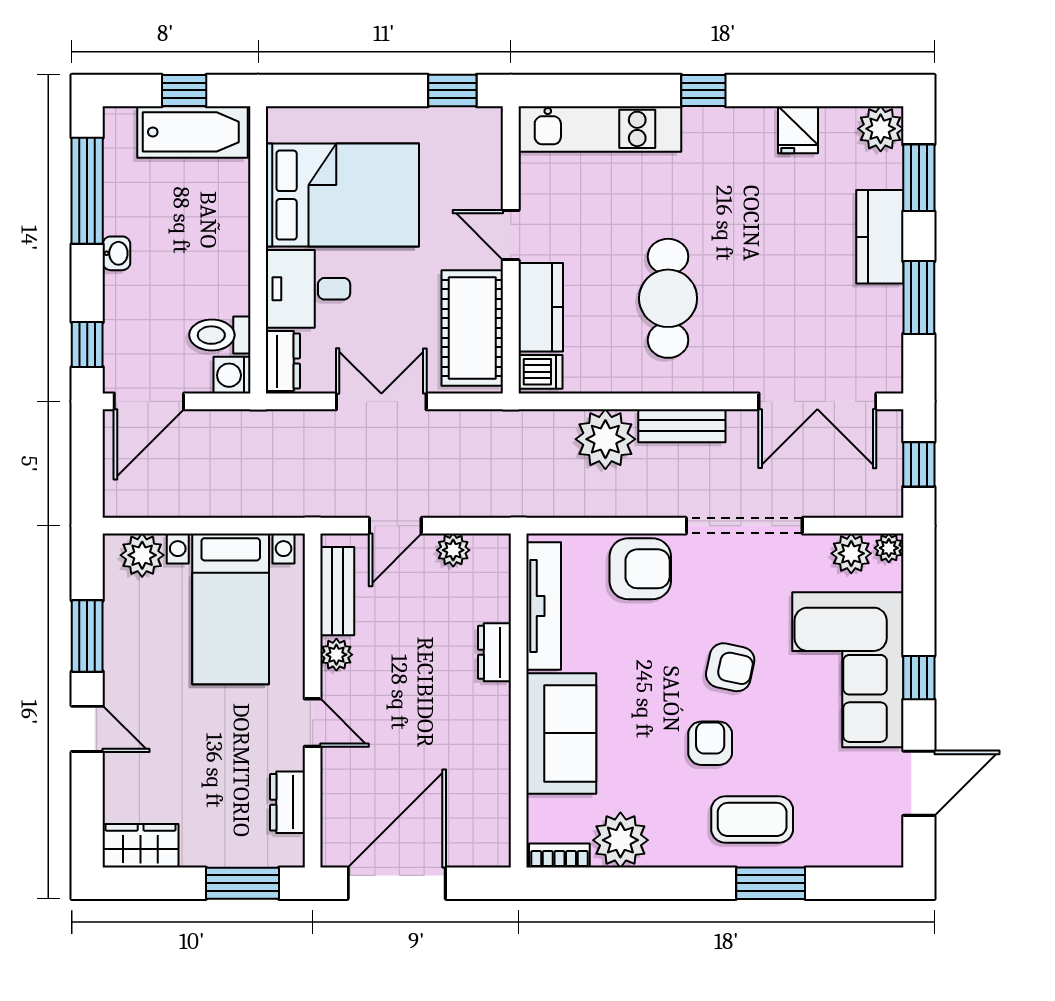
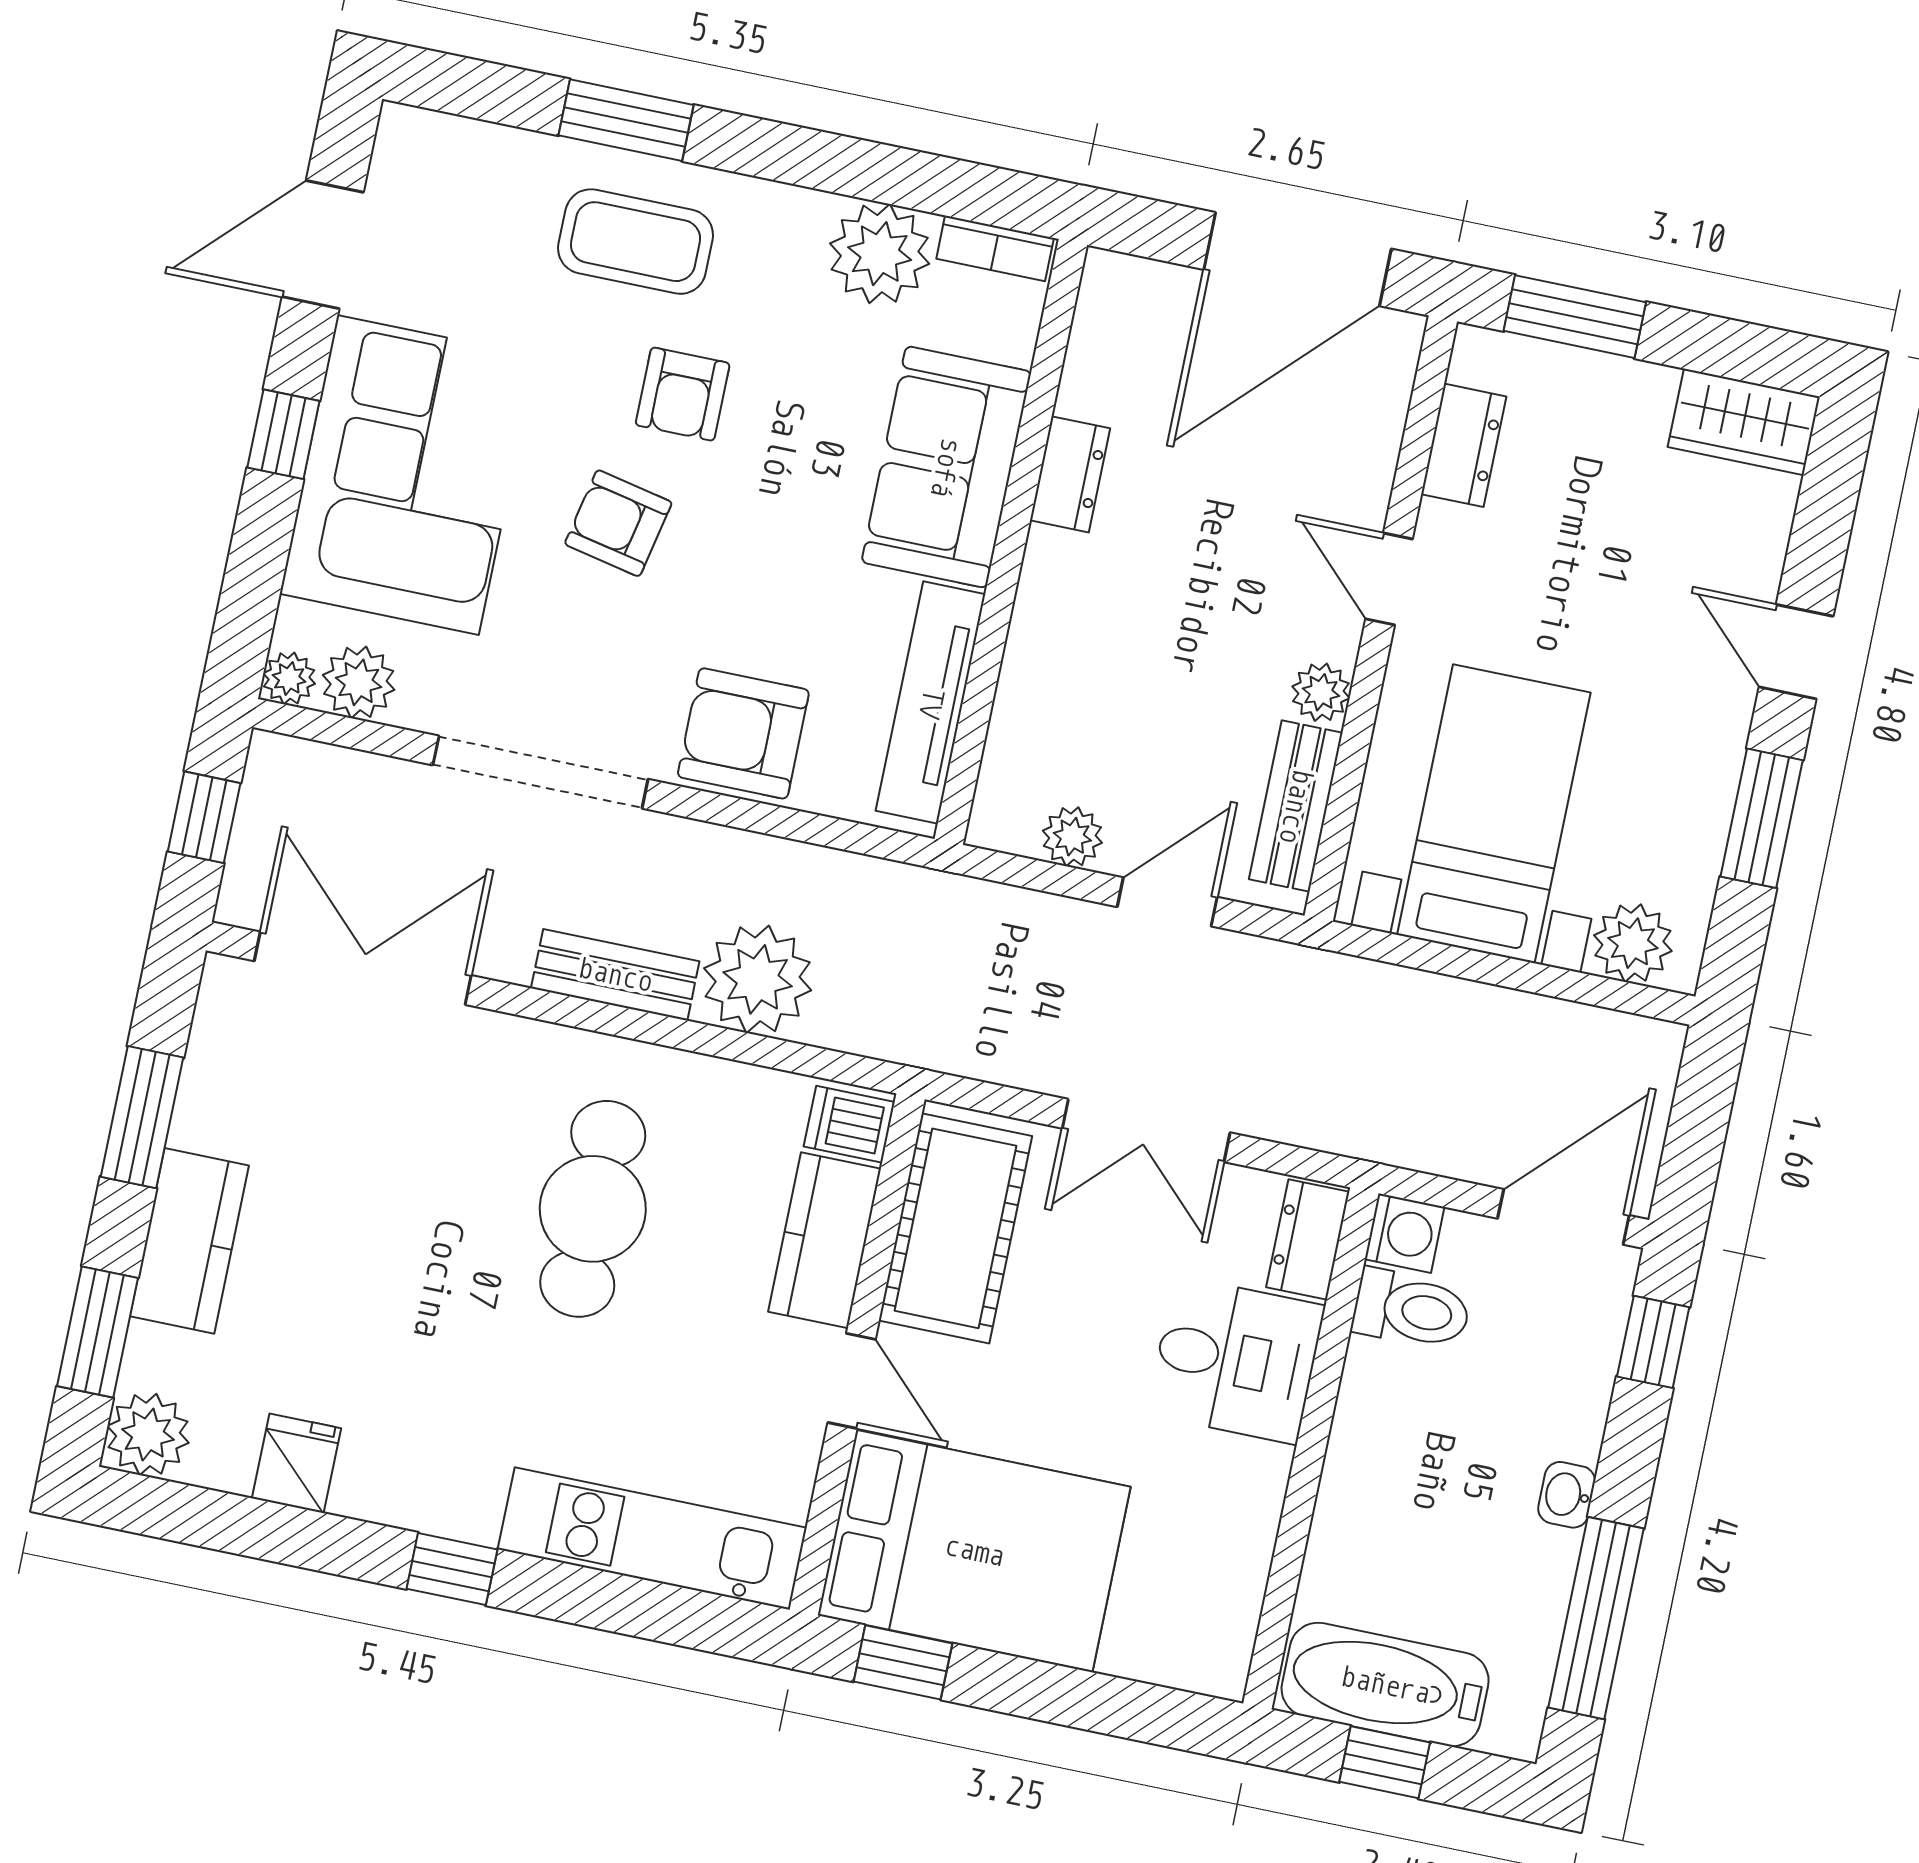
bed: (342, 195) -> (974, 1551), moved, turned 180
dresser: (494, 652) -> (1070, 474), moved

